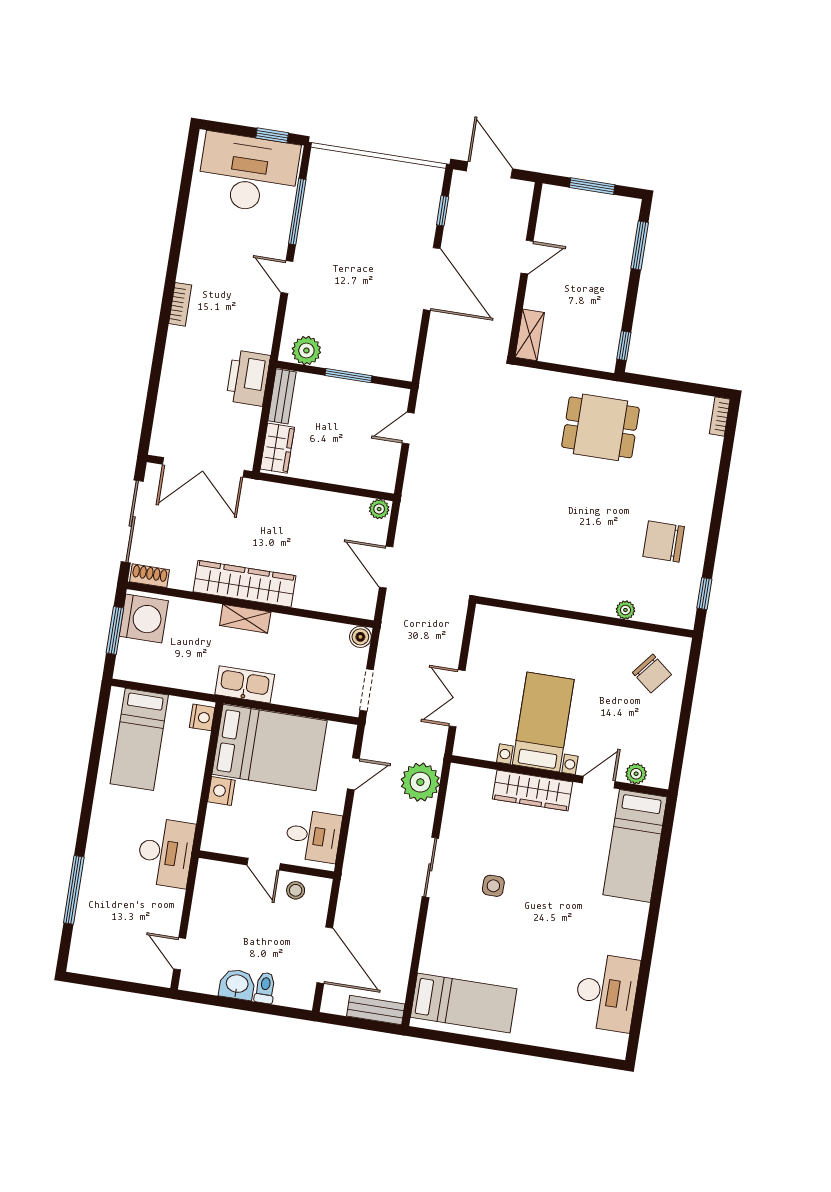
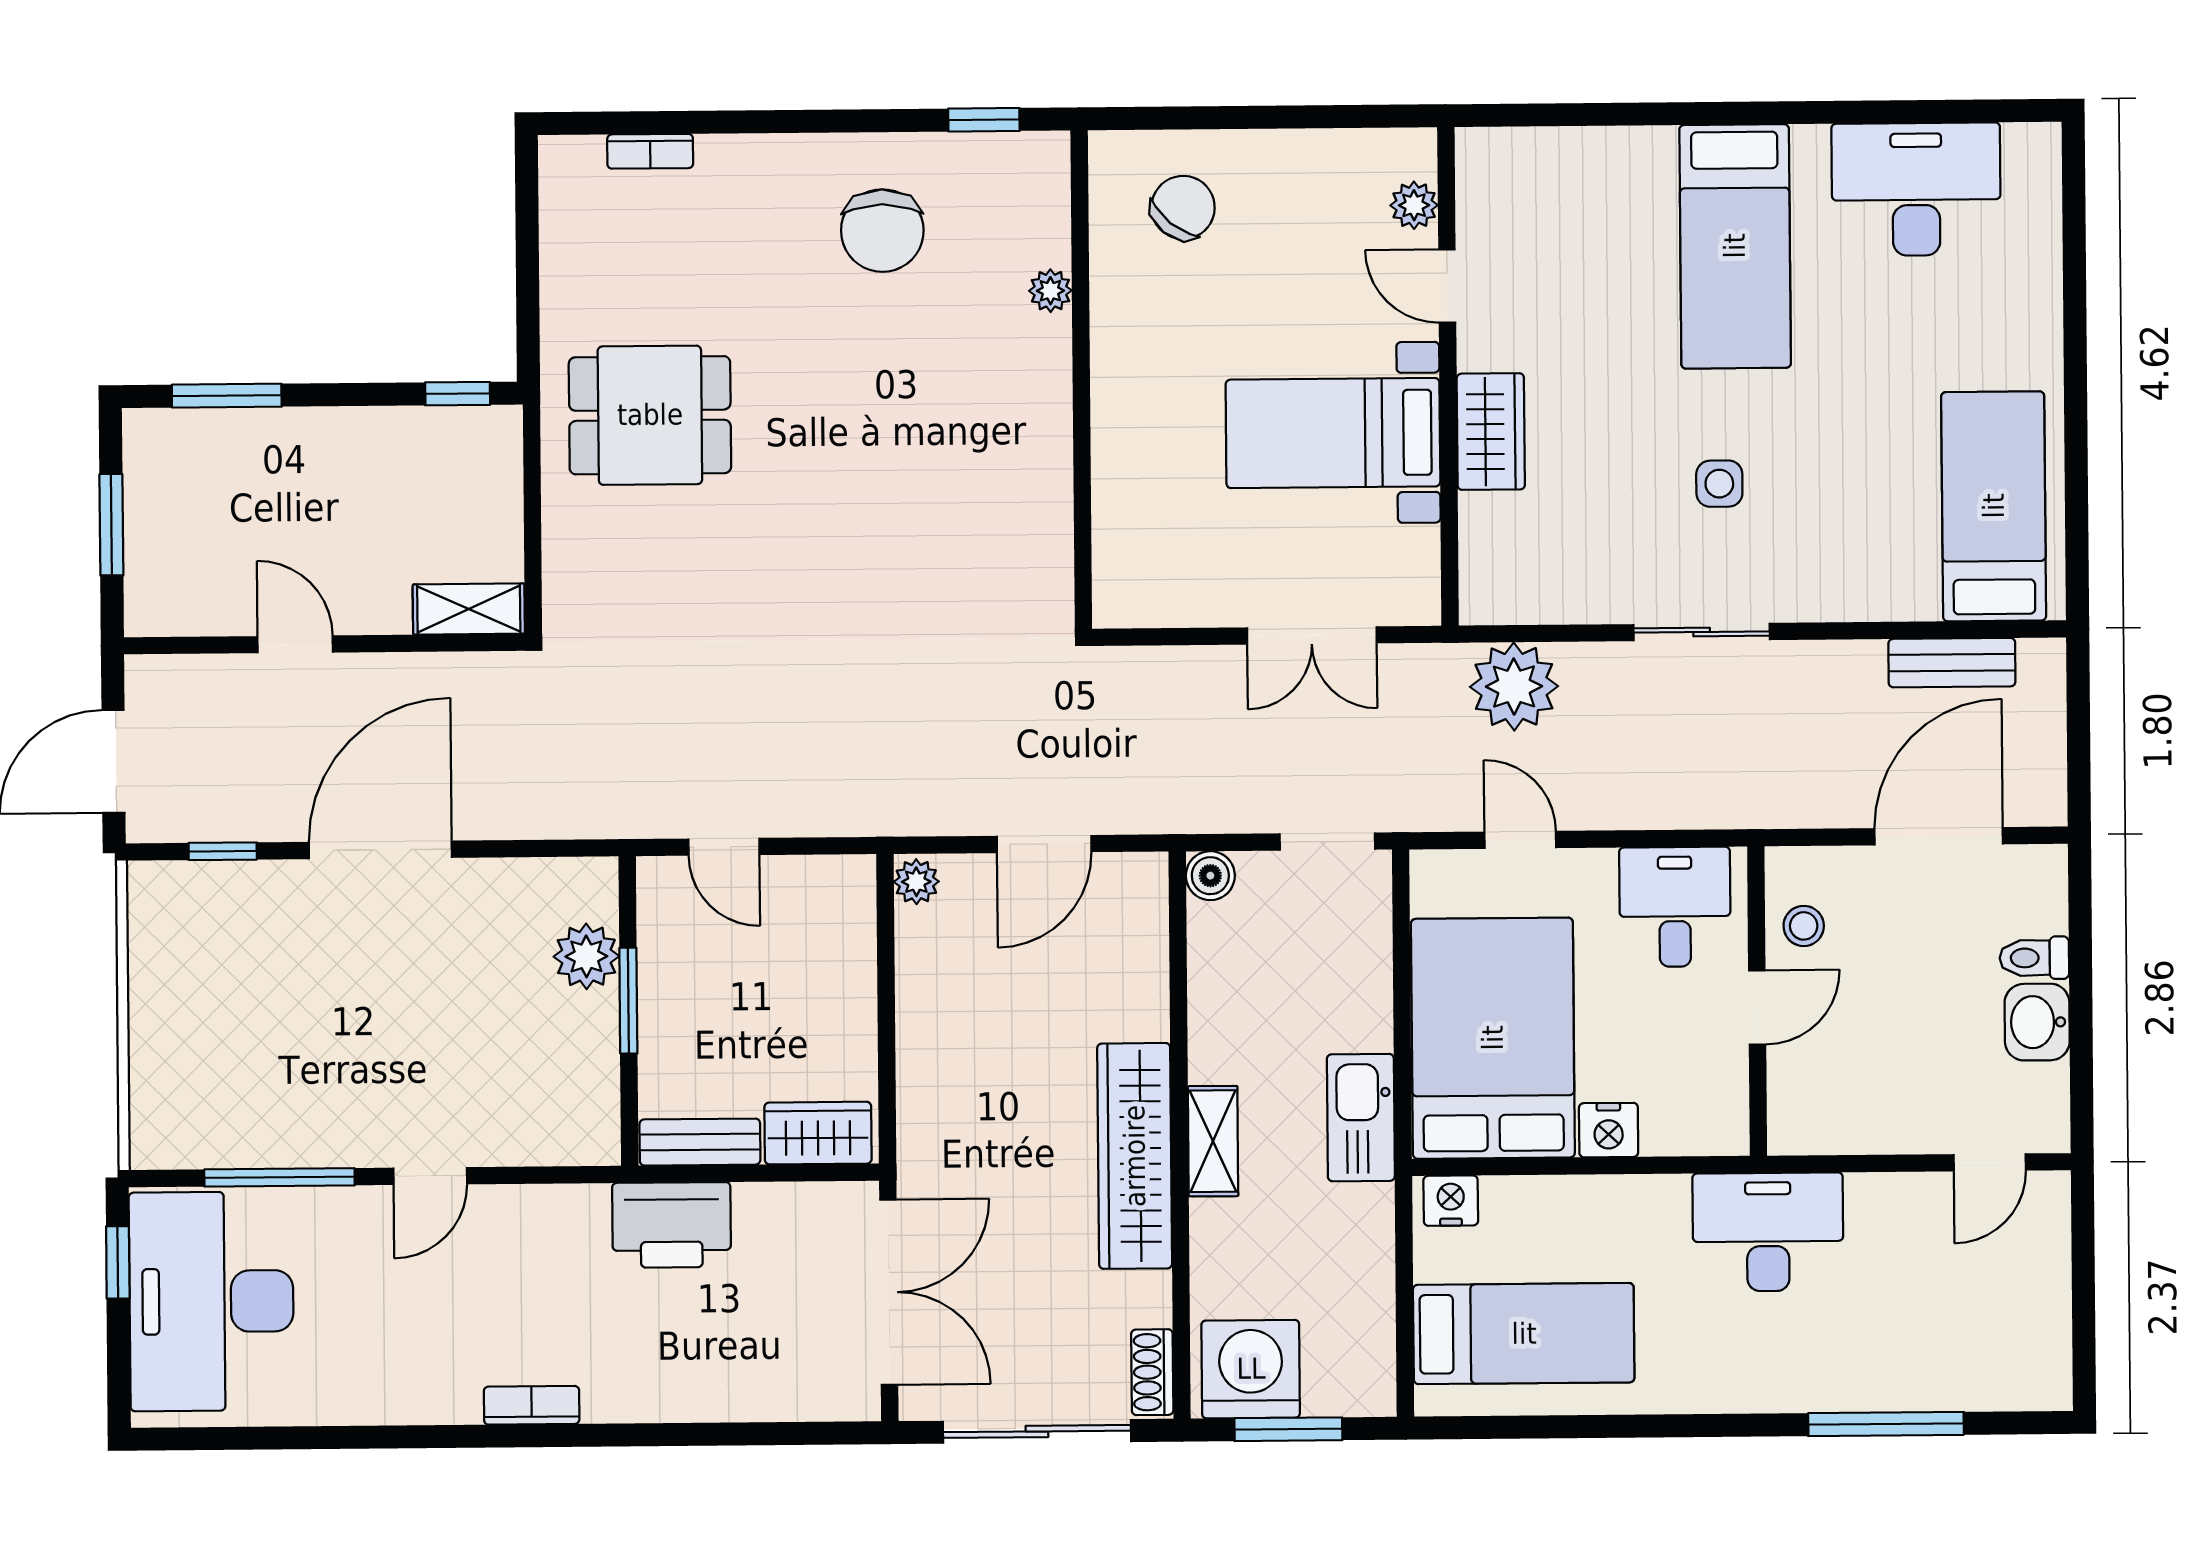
plant: (306, 350) -> (586, 956), moved
bookcase: (720, 417) -> (650, 151), moved
dining table: (601, 427) -> (650, 415), turned 90
wardrobe: (532, 791) -> (1491, 432), width x0.67
bed: (635, 846) -> (1735, 246), moved, turned 90
bench: (376, 1010) -> (1952, 663), moved, turned 90

